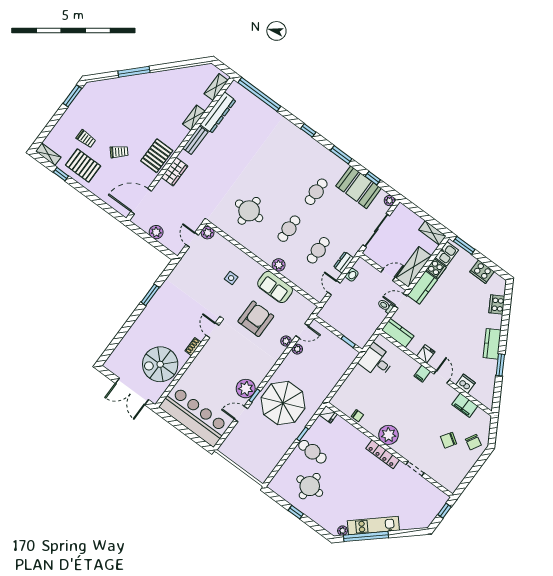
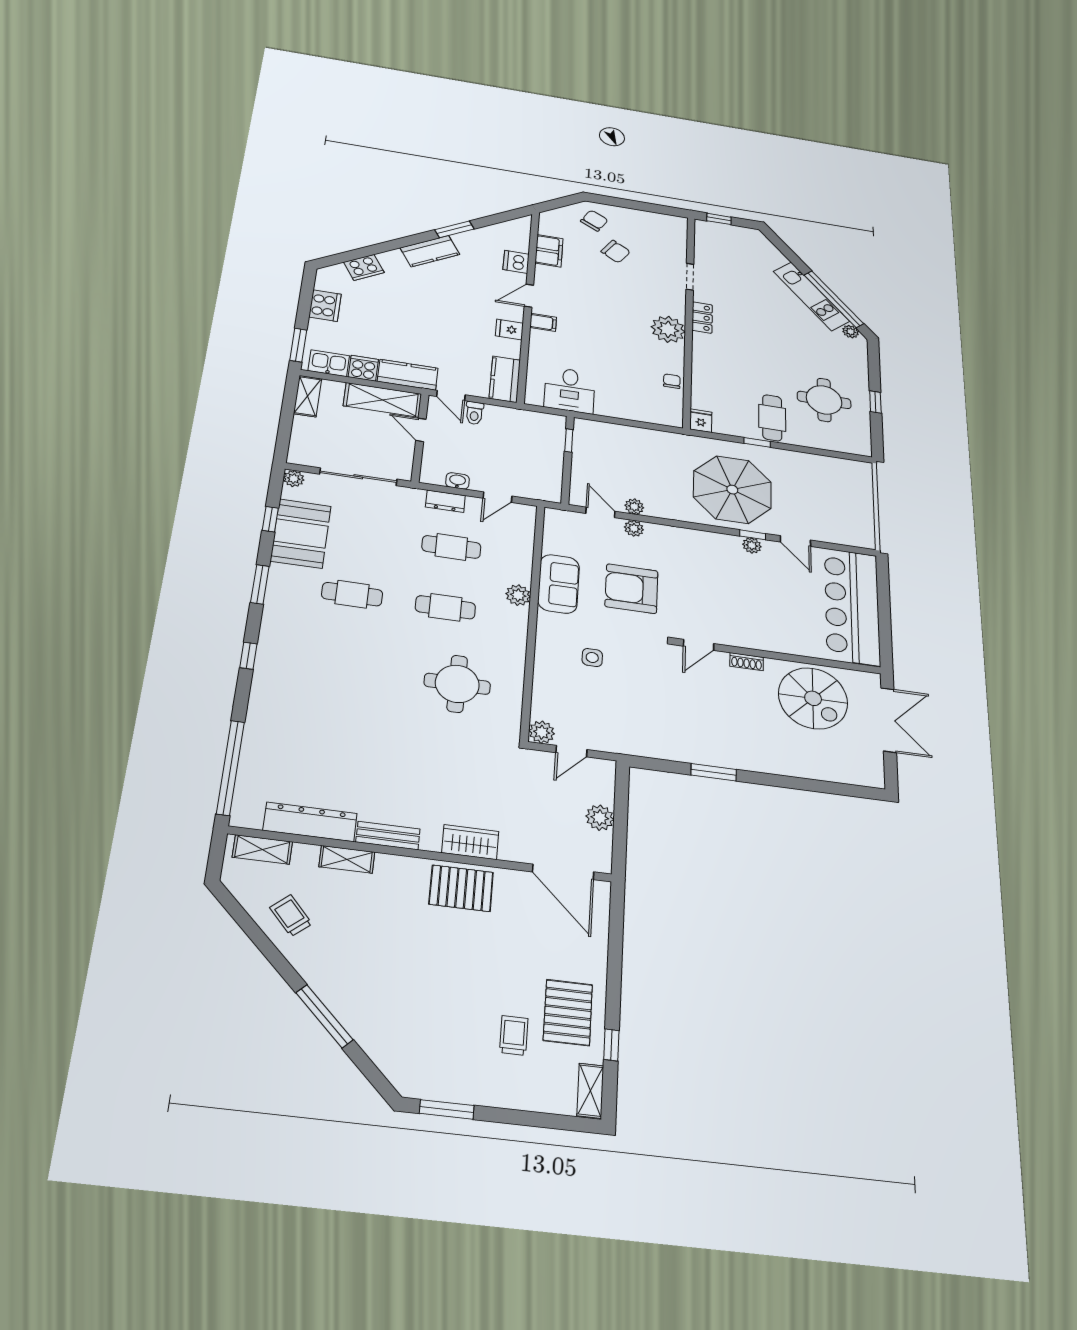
trolley: (119, 152) -> (291, 916), moved
plant: (246, 389) -> (752, 545), width x0.53, depth x0.53
locker: (383, 454) -> (702, 318), width x0.66

